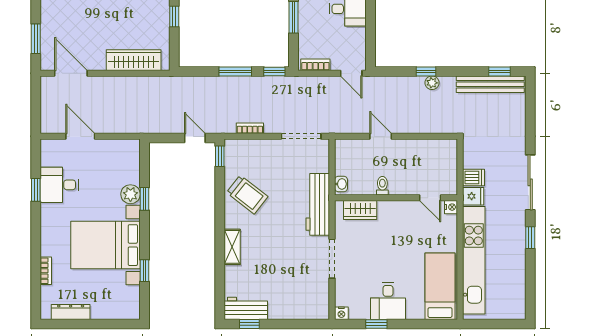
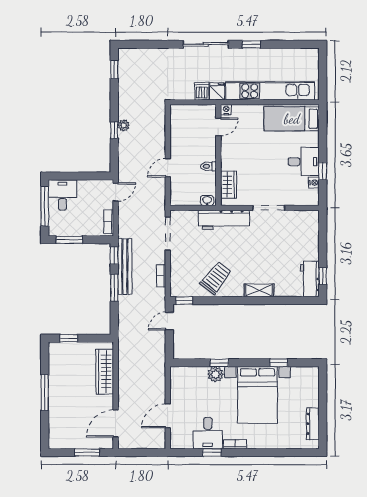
bench: (490, 84) -> (125, 266), moved
bookcase: (46, 271) -> (235, 444), moved
nightstand: (341, 313) -> (314, 183), moved

